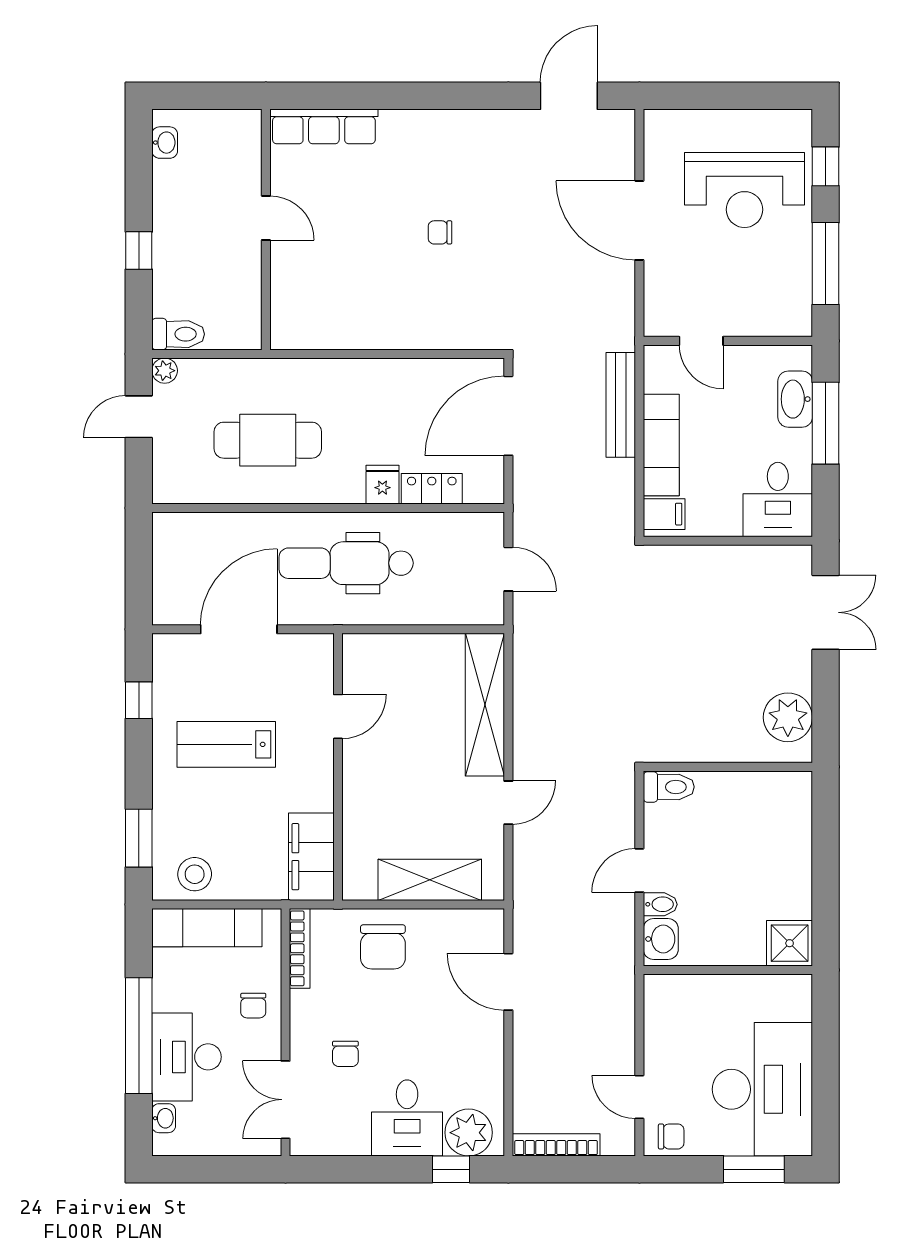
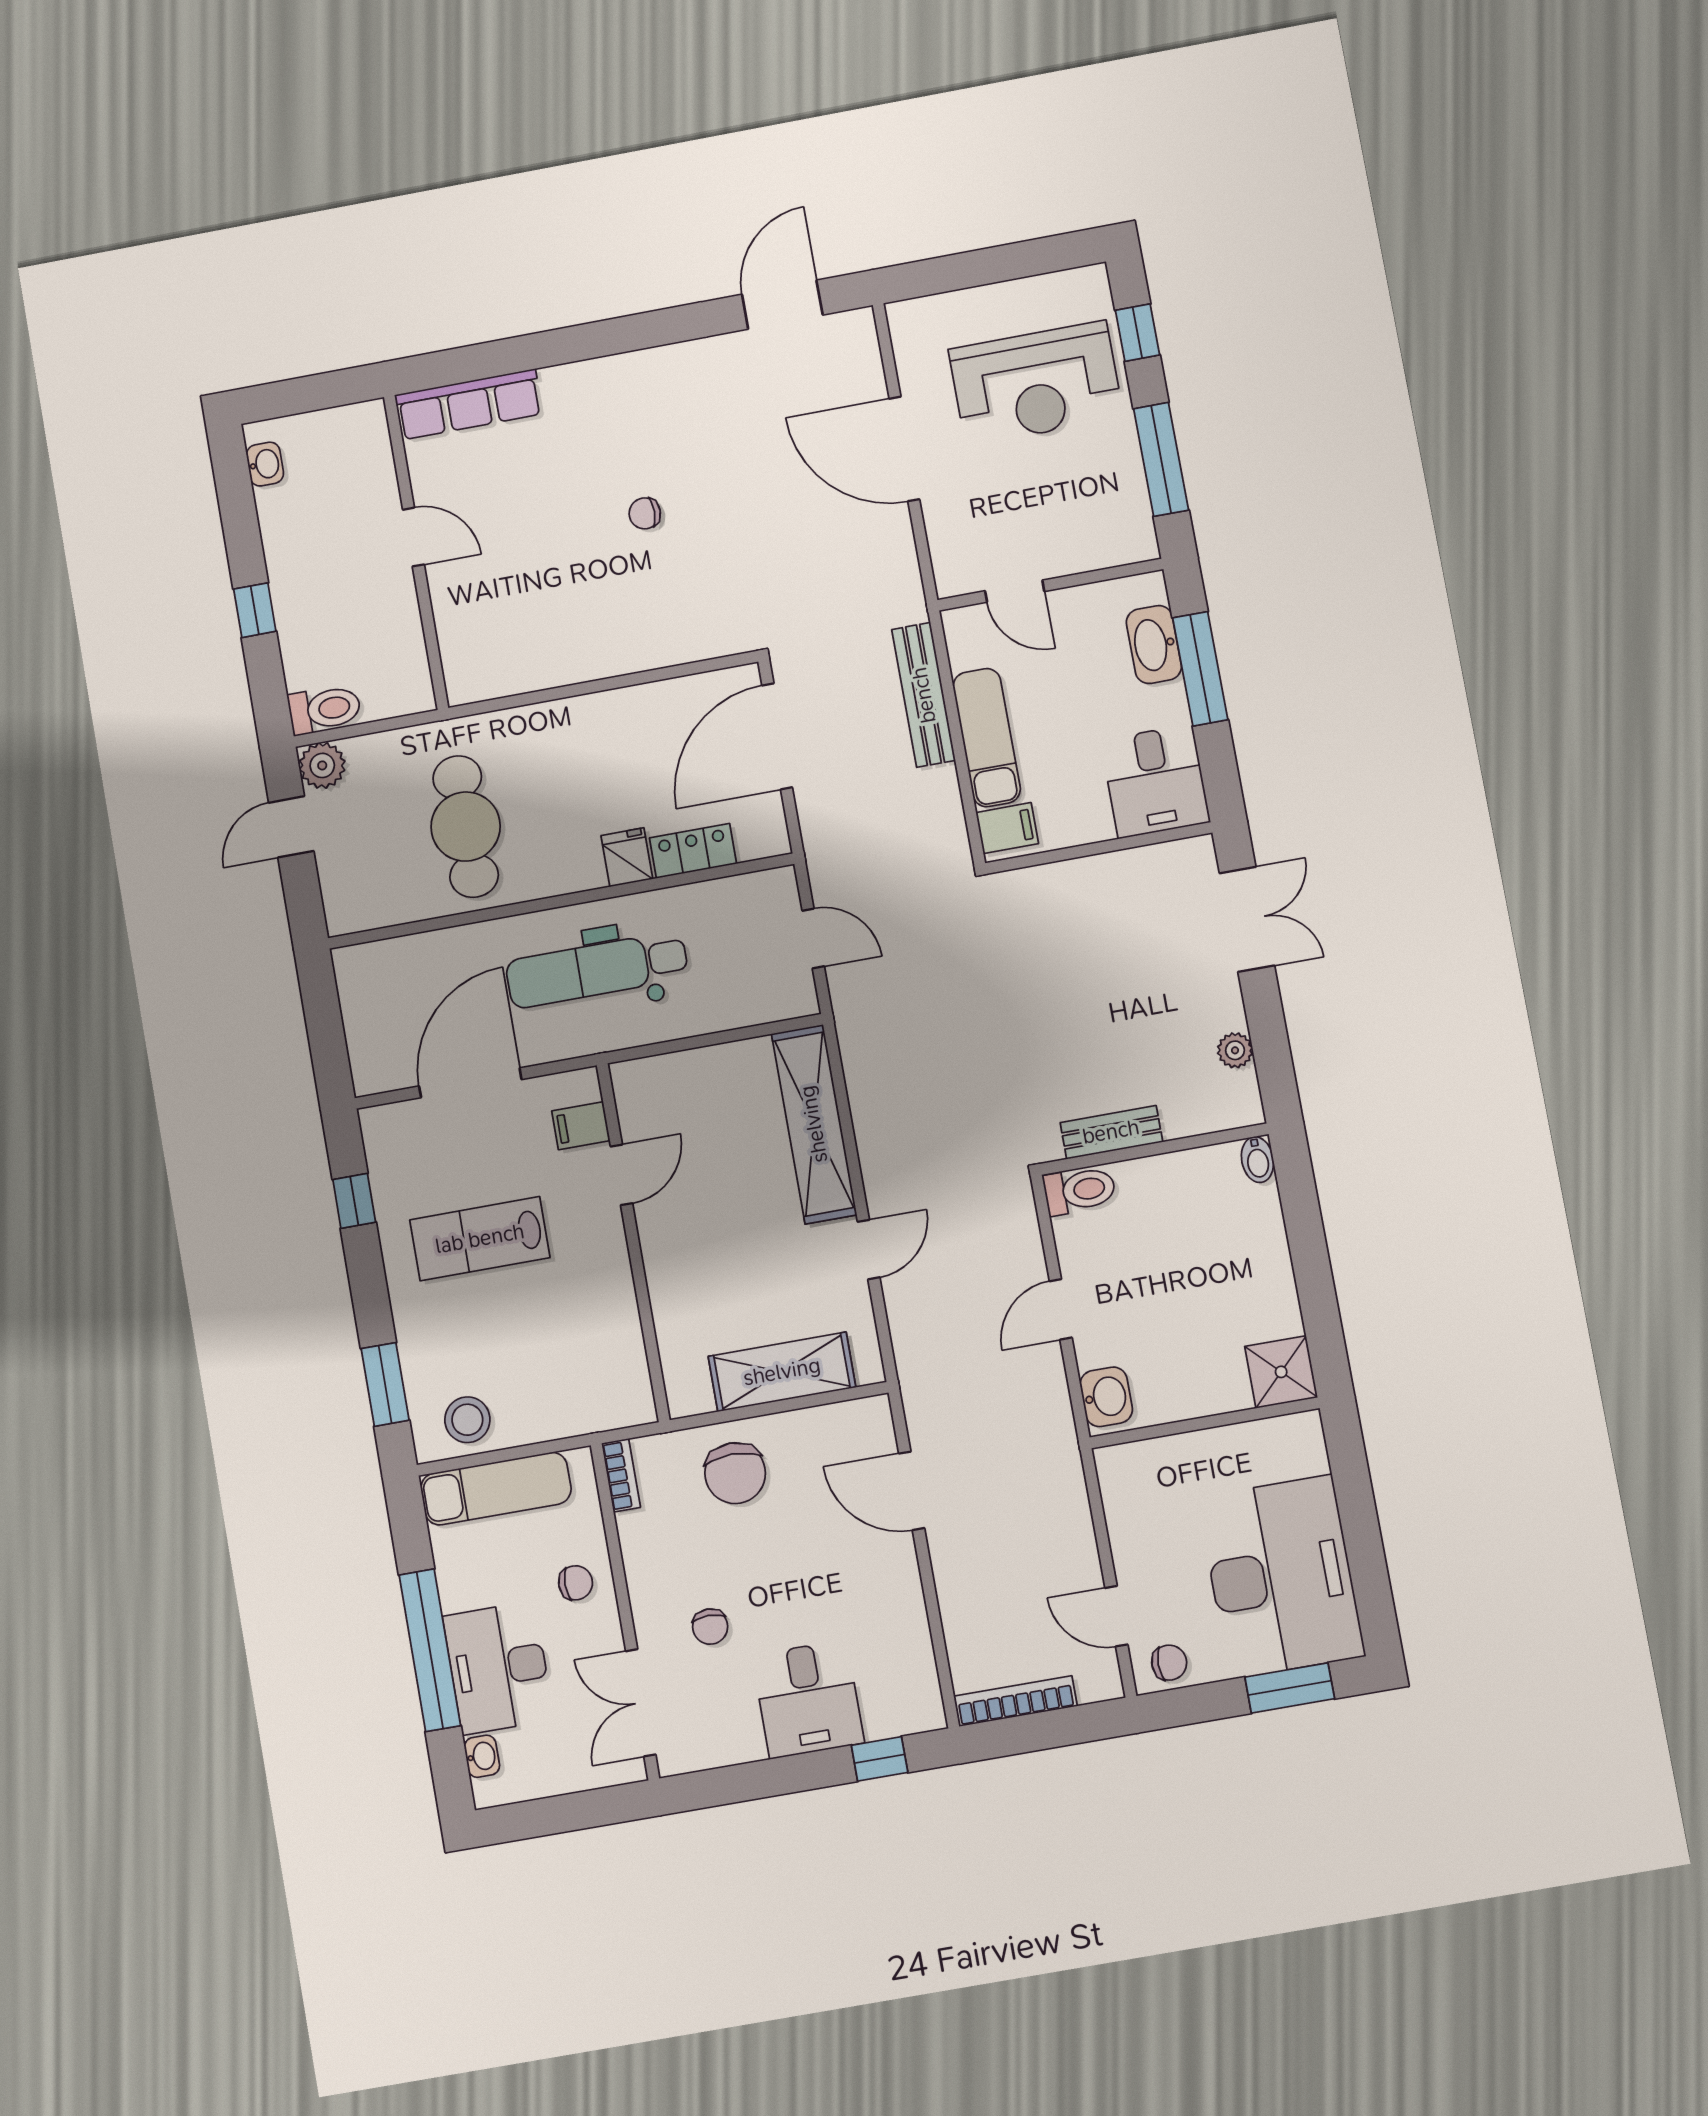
plant: (165, 371) -> (322, 765), width x1.38, depth x1.38
cafe table: (268, 440) -> (466, 827), turned 90
plant: (788, 717) -> (1235, 1050), width x0.53, depth x0.53
bench: (699, 749) -> (1111, 1132), added
filing cabinet: (311, 857) -> (581, 1126), moved, width x0.33, depth x0.86
bidet: (660, 904) -> (1257, 1160), moved, turned 90
bookcase: (300, 948) -> (621, 1475), width x0.64
chair: (253, 1006) -> (576, 1583), turned -90
plant: (469, 1133) -> (894, 1705), removed

